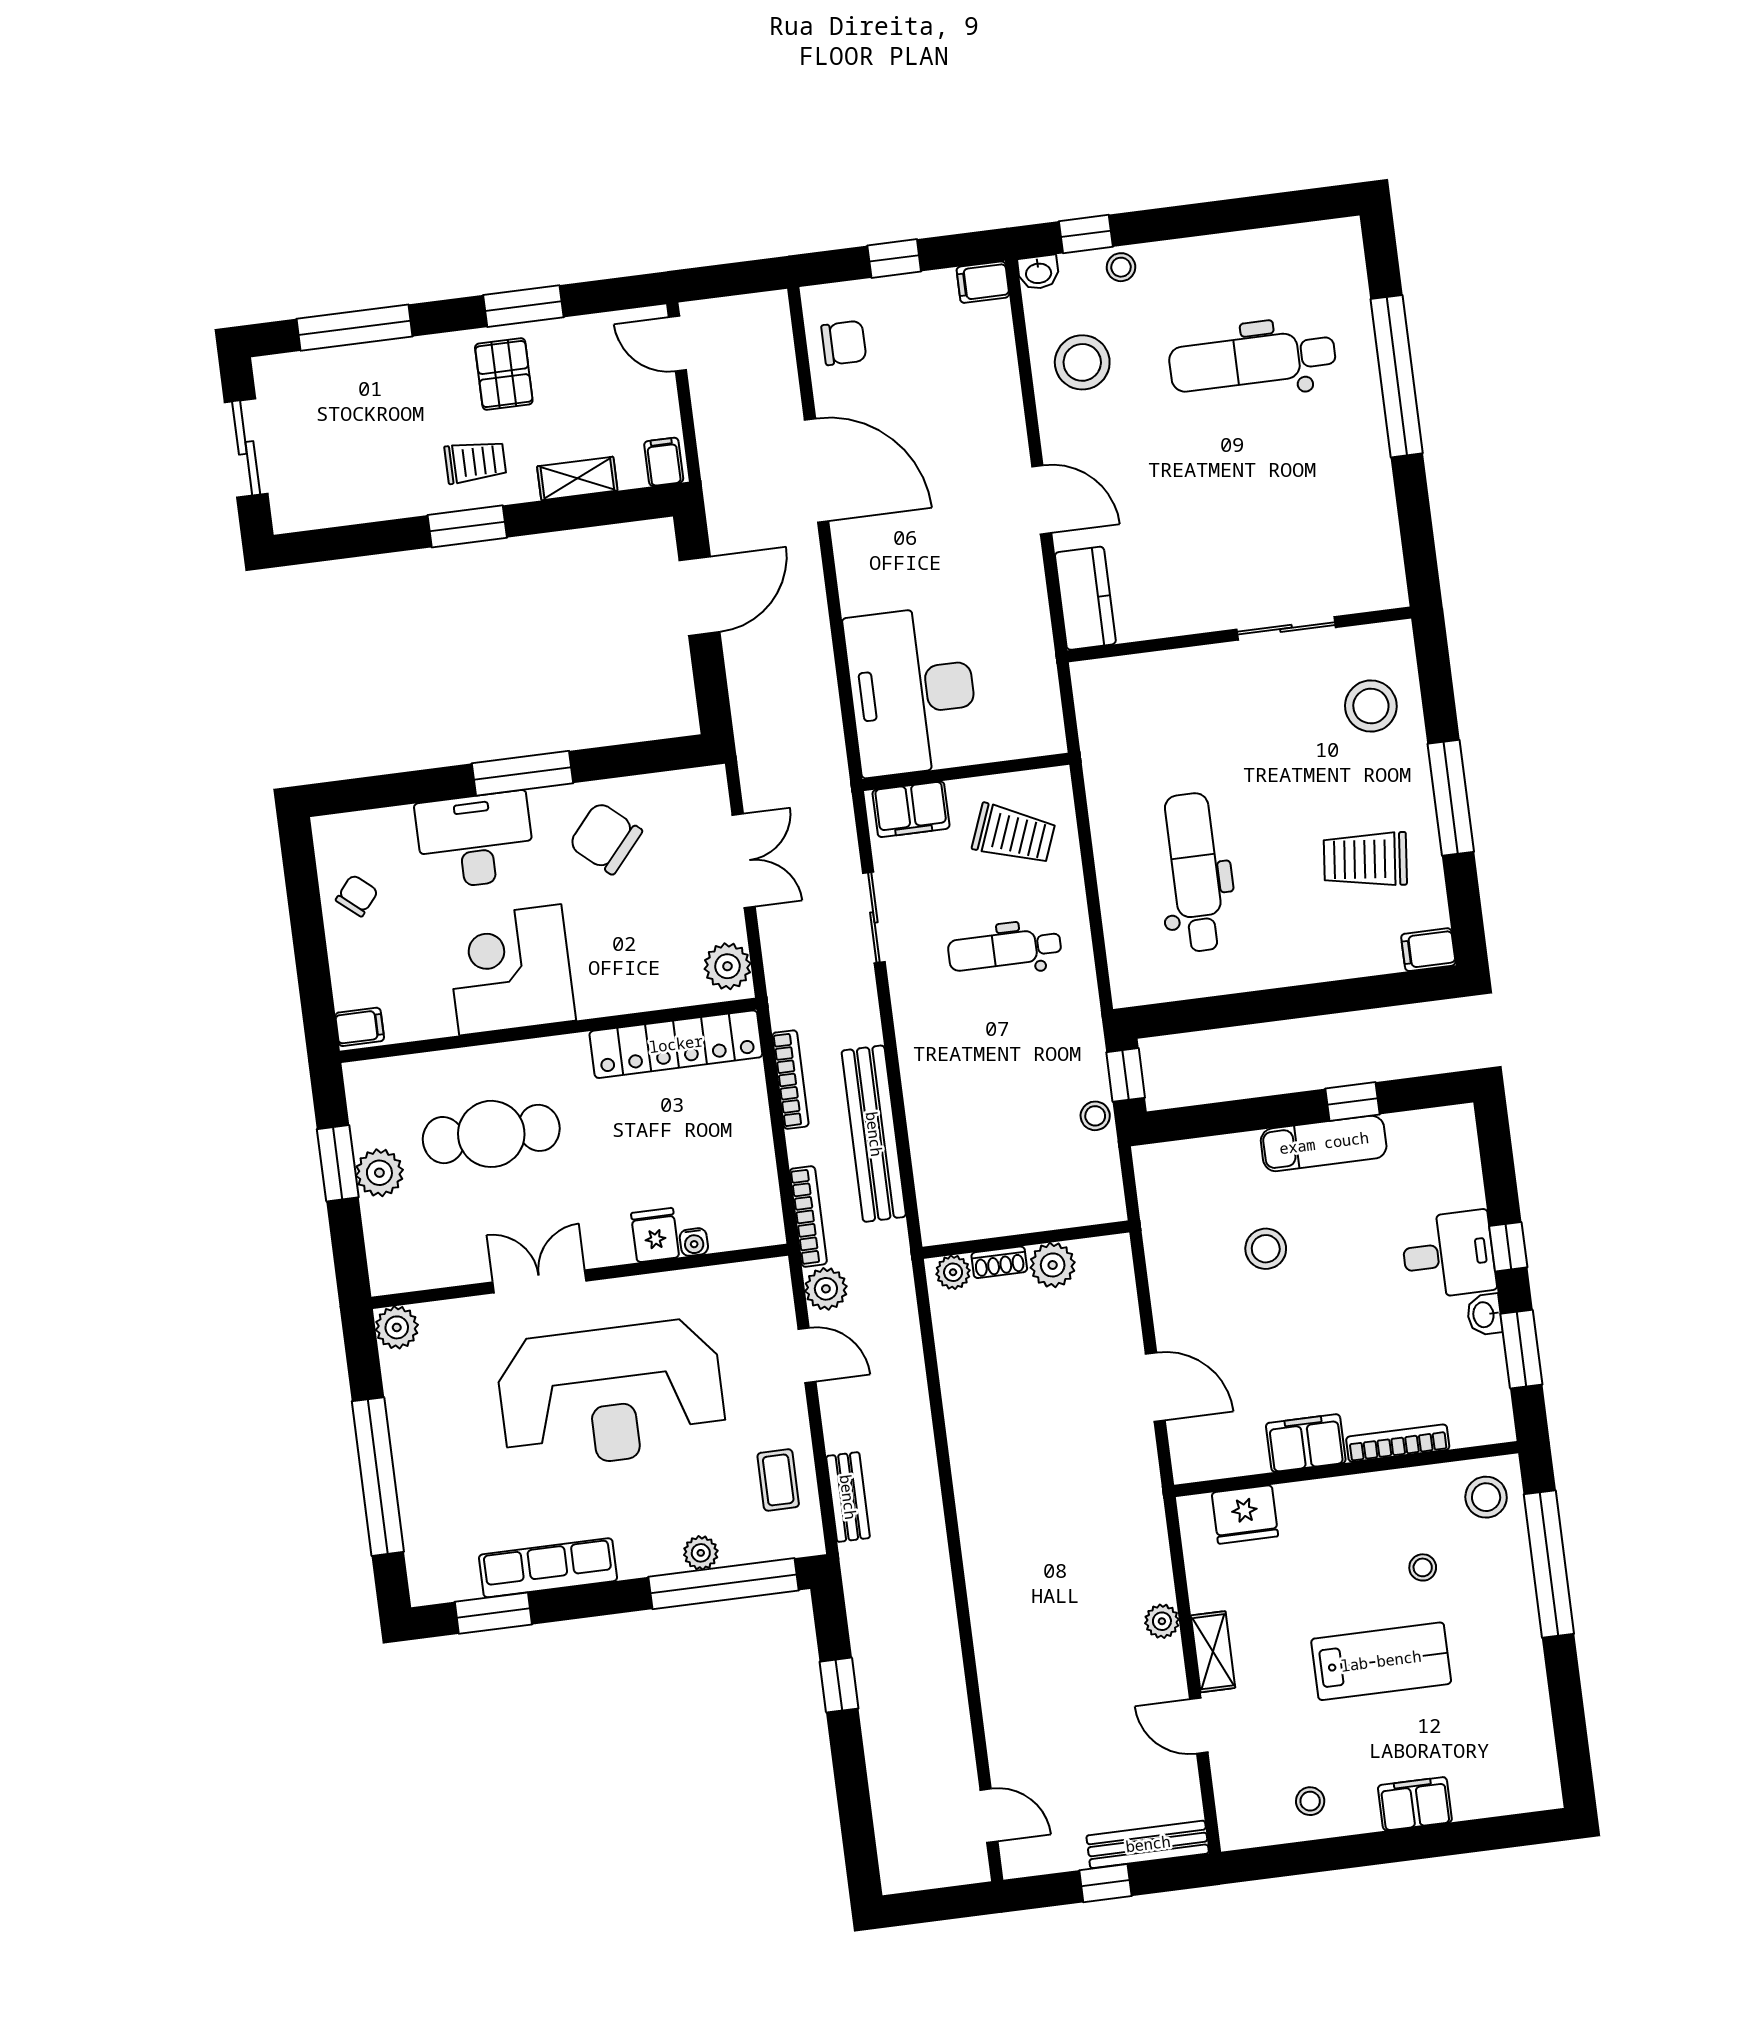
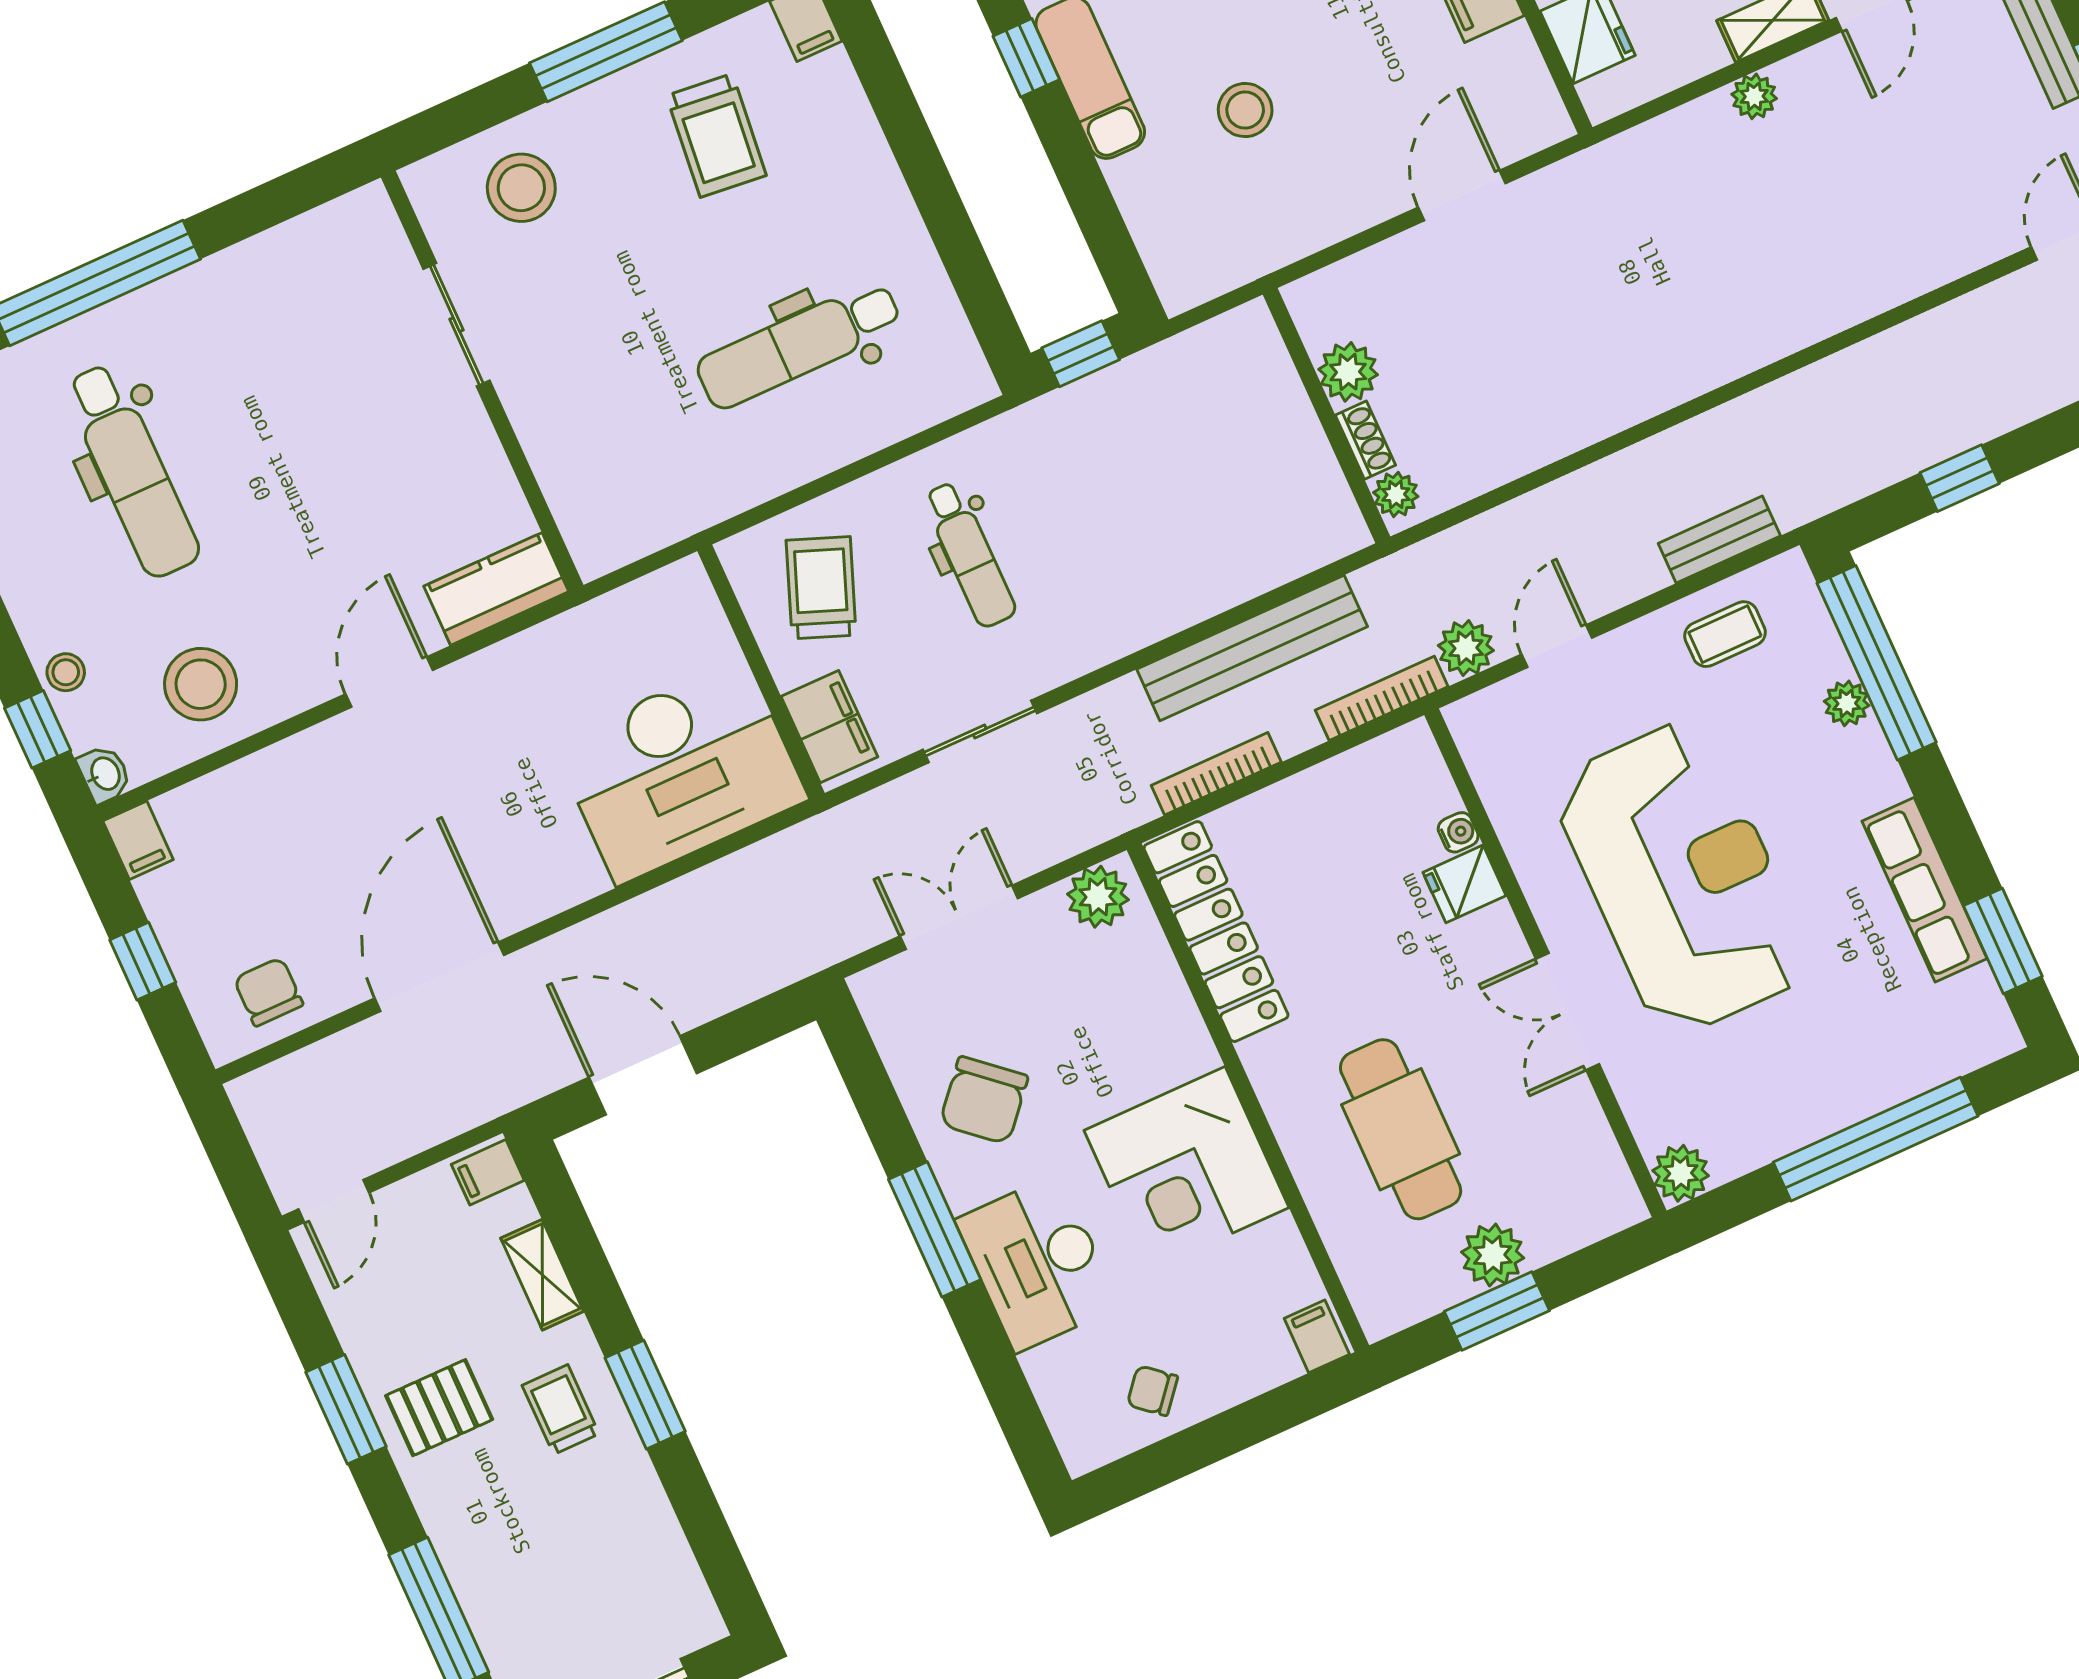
stool: (1095, 1116) -> (1144, 376), removed

